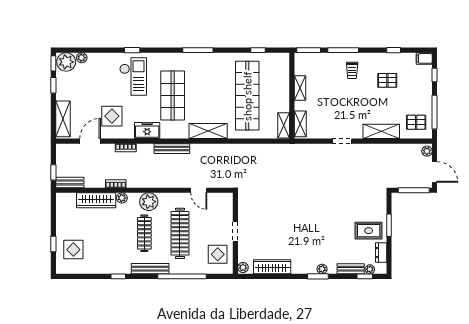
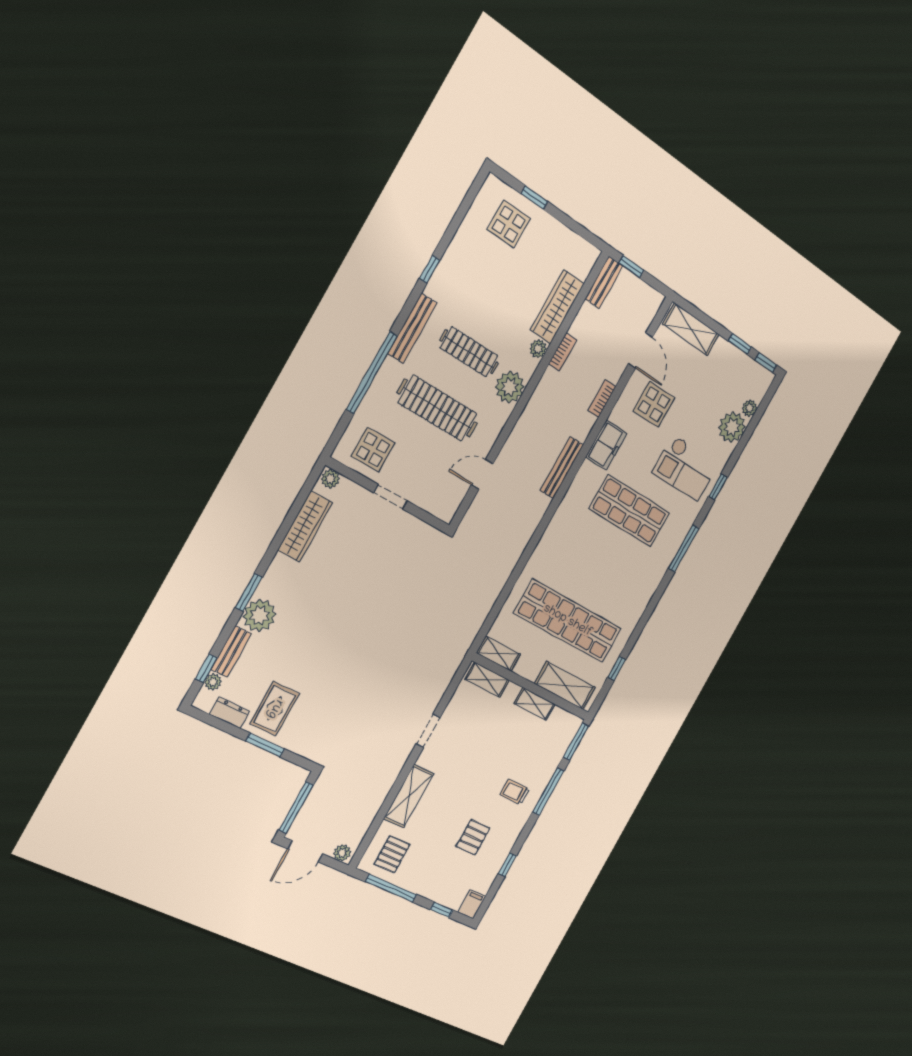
window: (198, 50) -> (684, 548), moved
plant: (66, 62) -> (732, 427), moved
shelving: (208, 131) -> (565, 686), moved, turned 90
plant: (322, 269) -> (259, 615), width x1.88, depth x1.88

